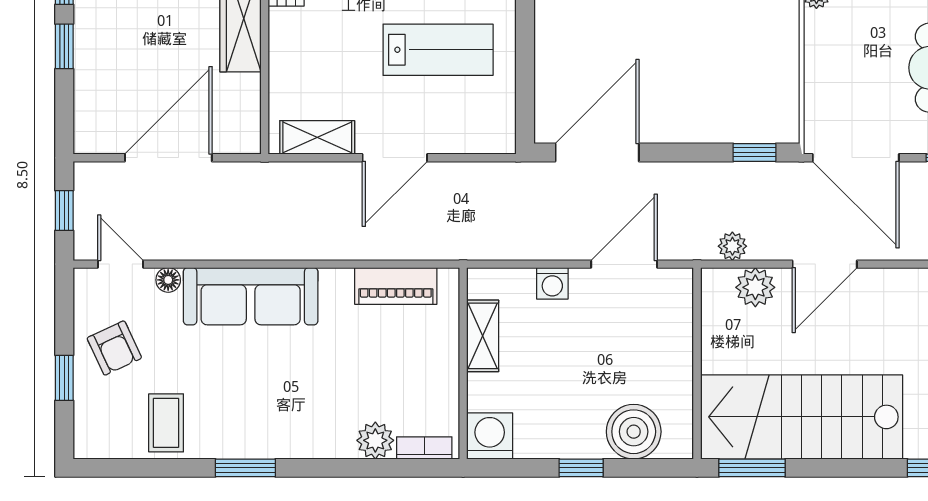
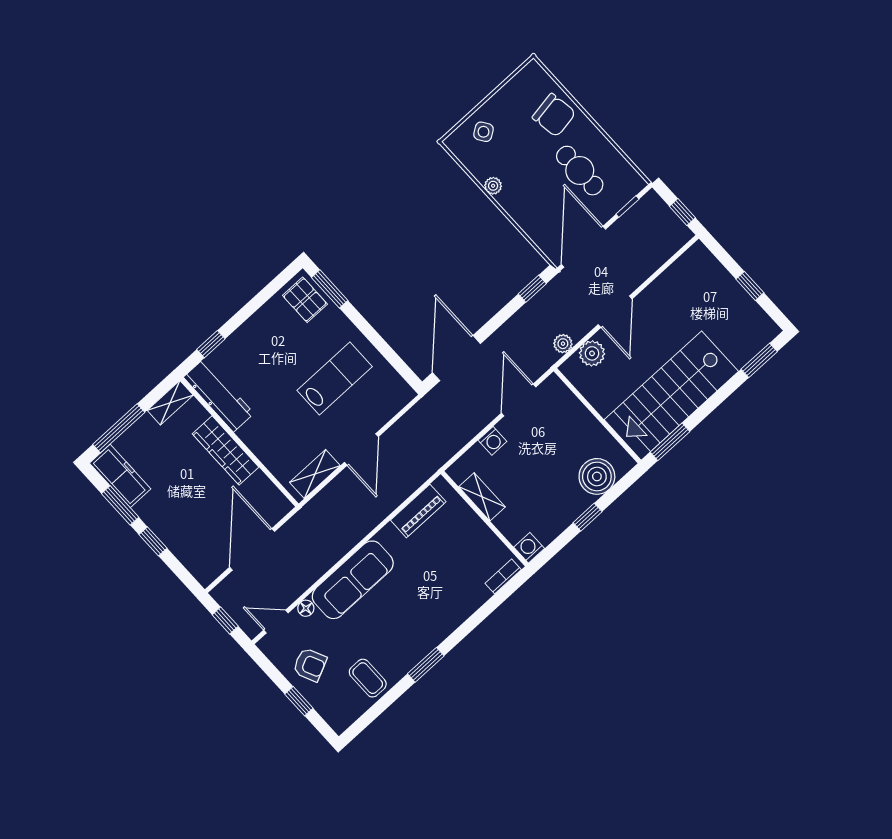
door: (856, 158) -> (583, 247), swing flipped
washing machine: (490, 436) -> (529, 548), width x0.73, depth x0.73
plant: (375, 440) -> (476, 594), removed

